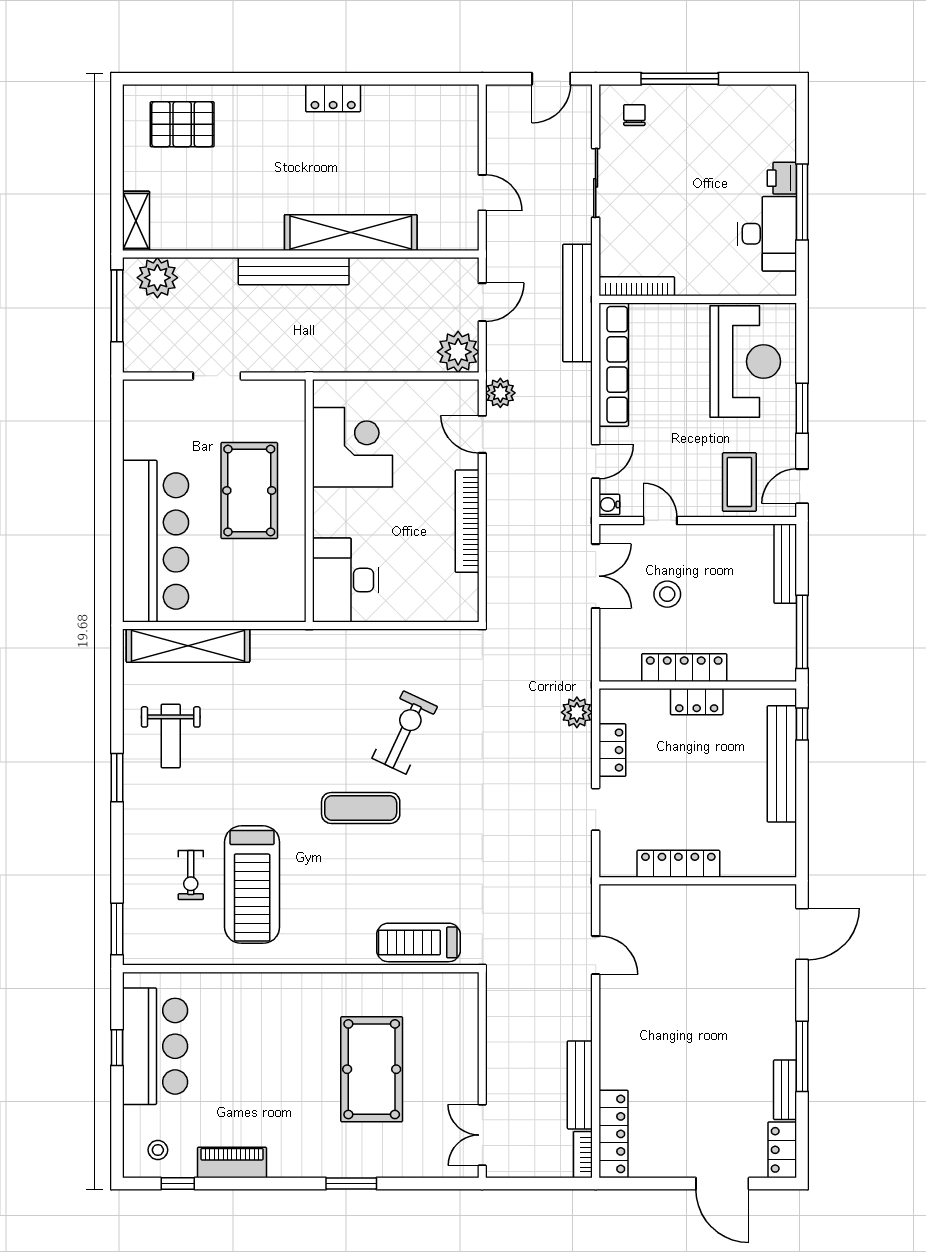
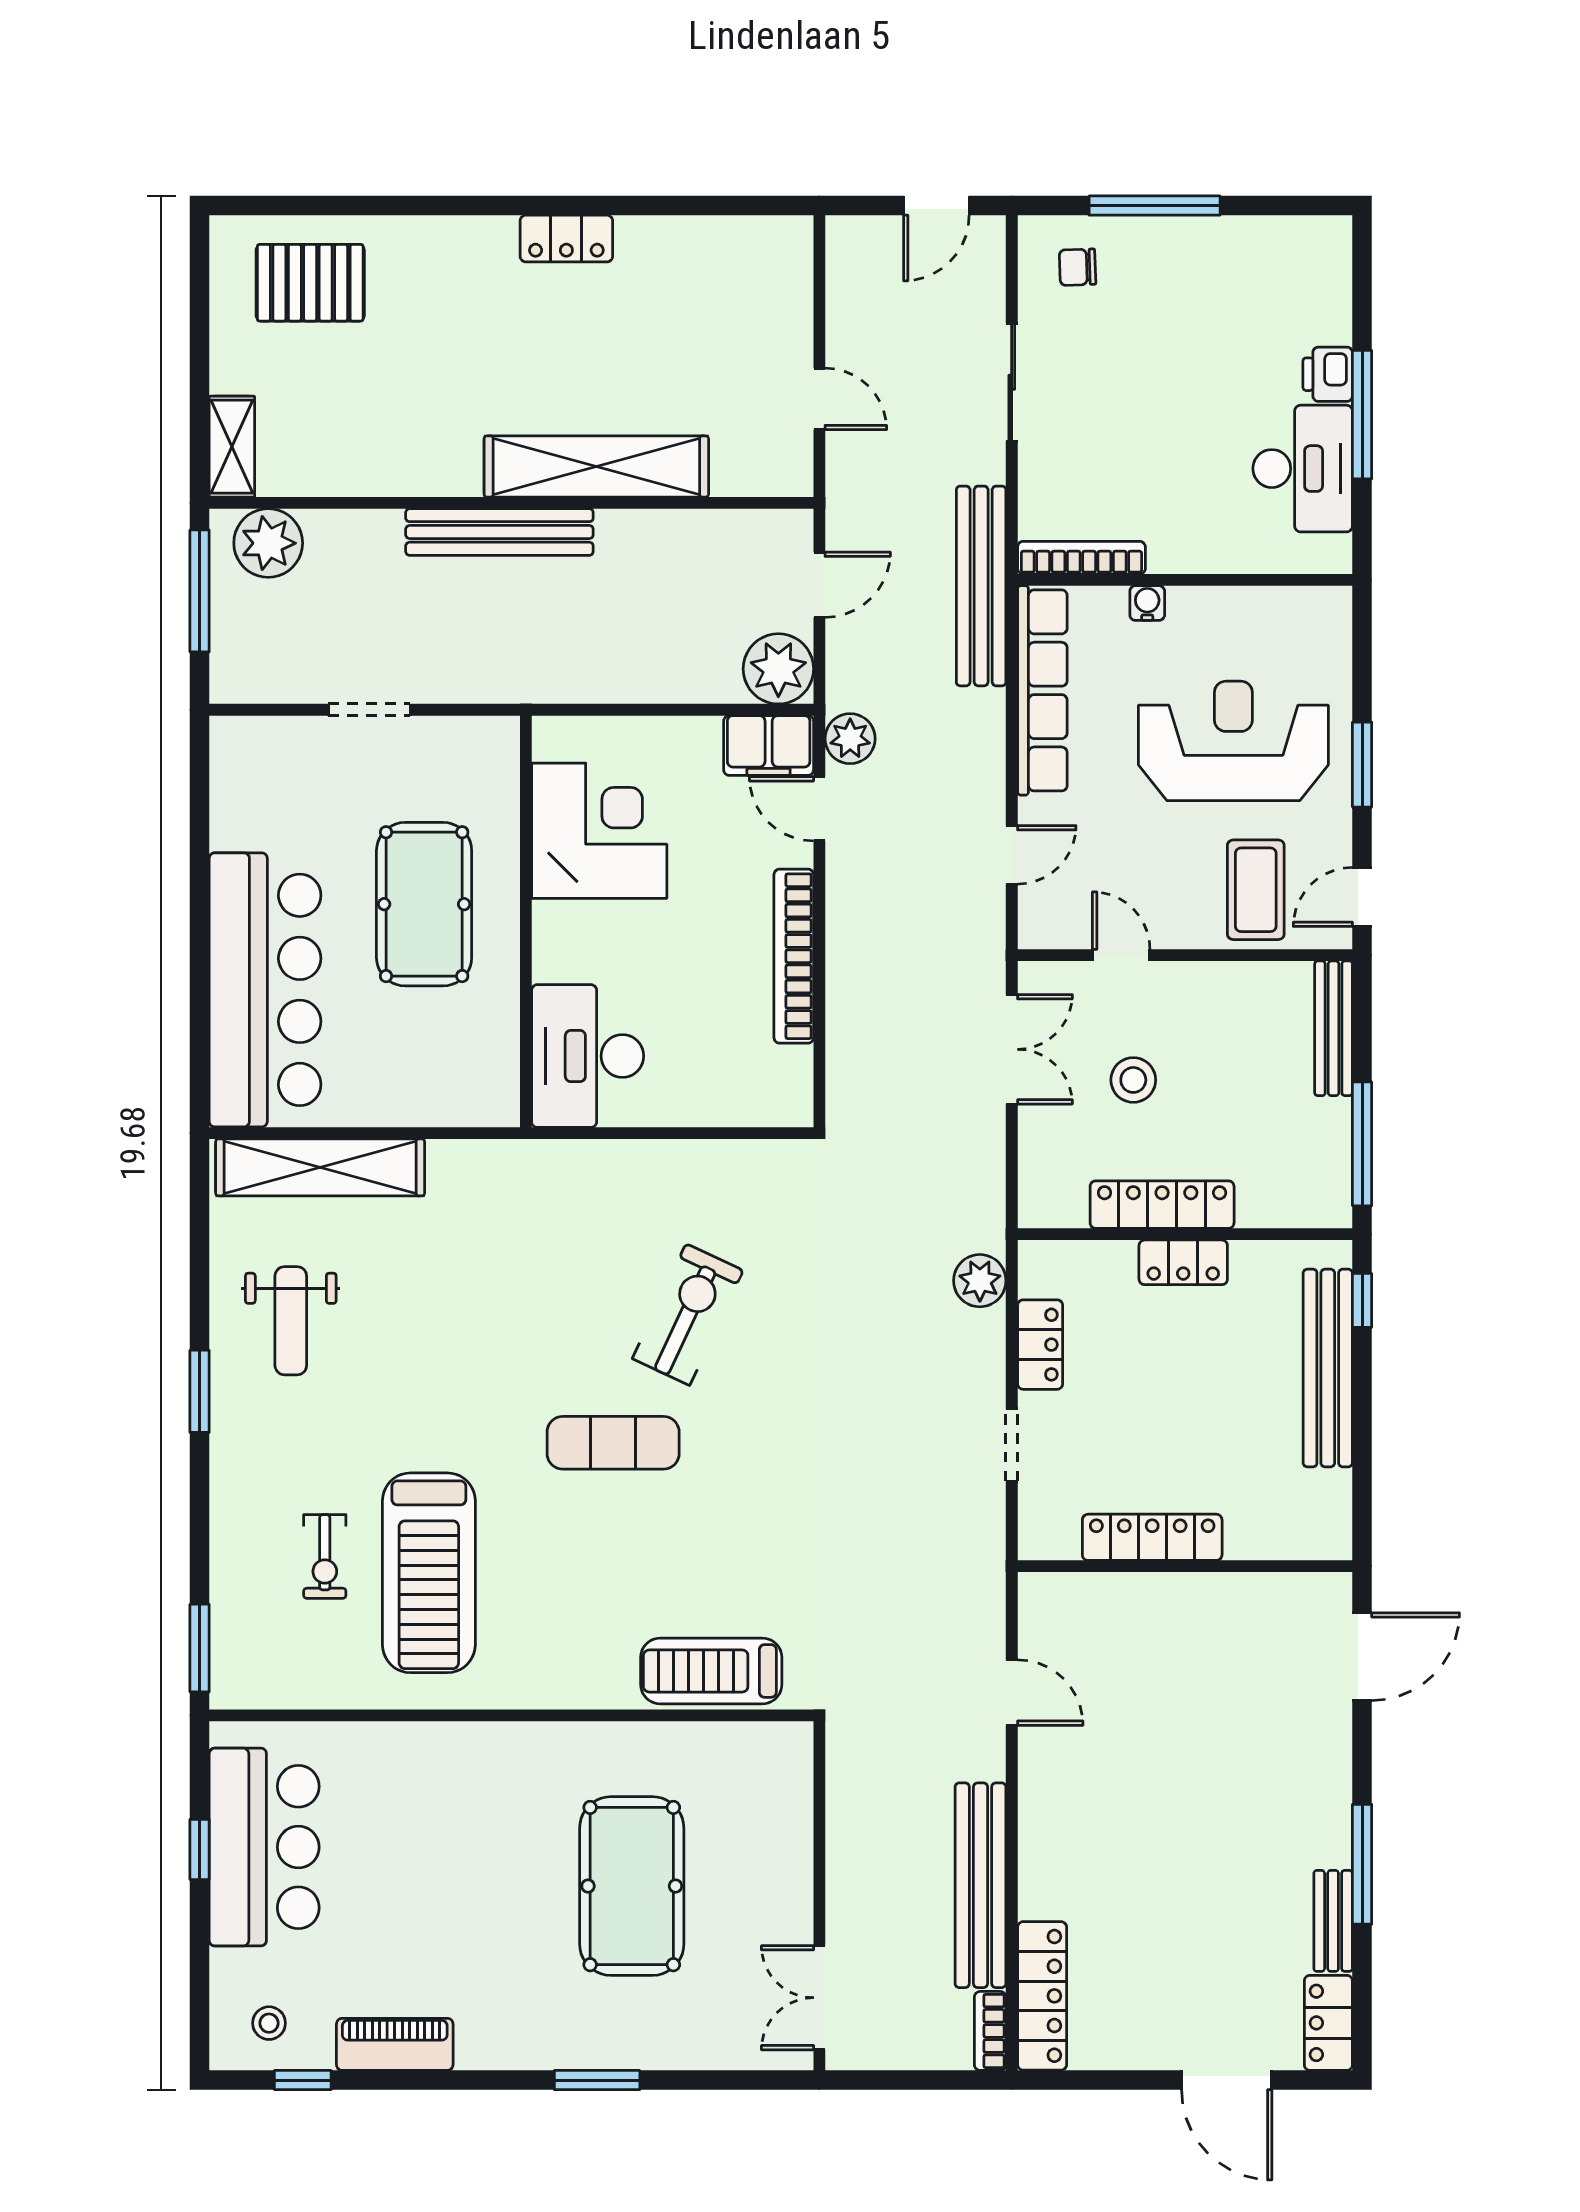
chair: (634, 115) -> (1078, 267), turned -92
reception desk: (745, 361) -> (1233, 741), moved, turned -90
filing cabinet: (452, 397) -> (769, 745), added
water cooler: (609, 504) -> (1147, 603), moved, turned 90
bench: (580, 1085) -> (981, 1885), width x1.37, depth x1.21

